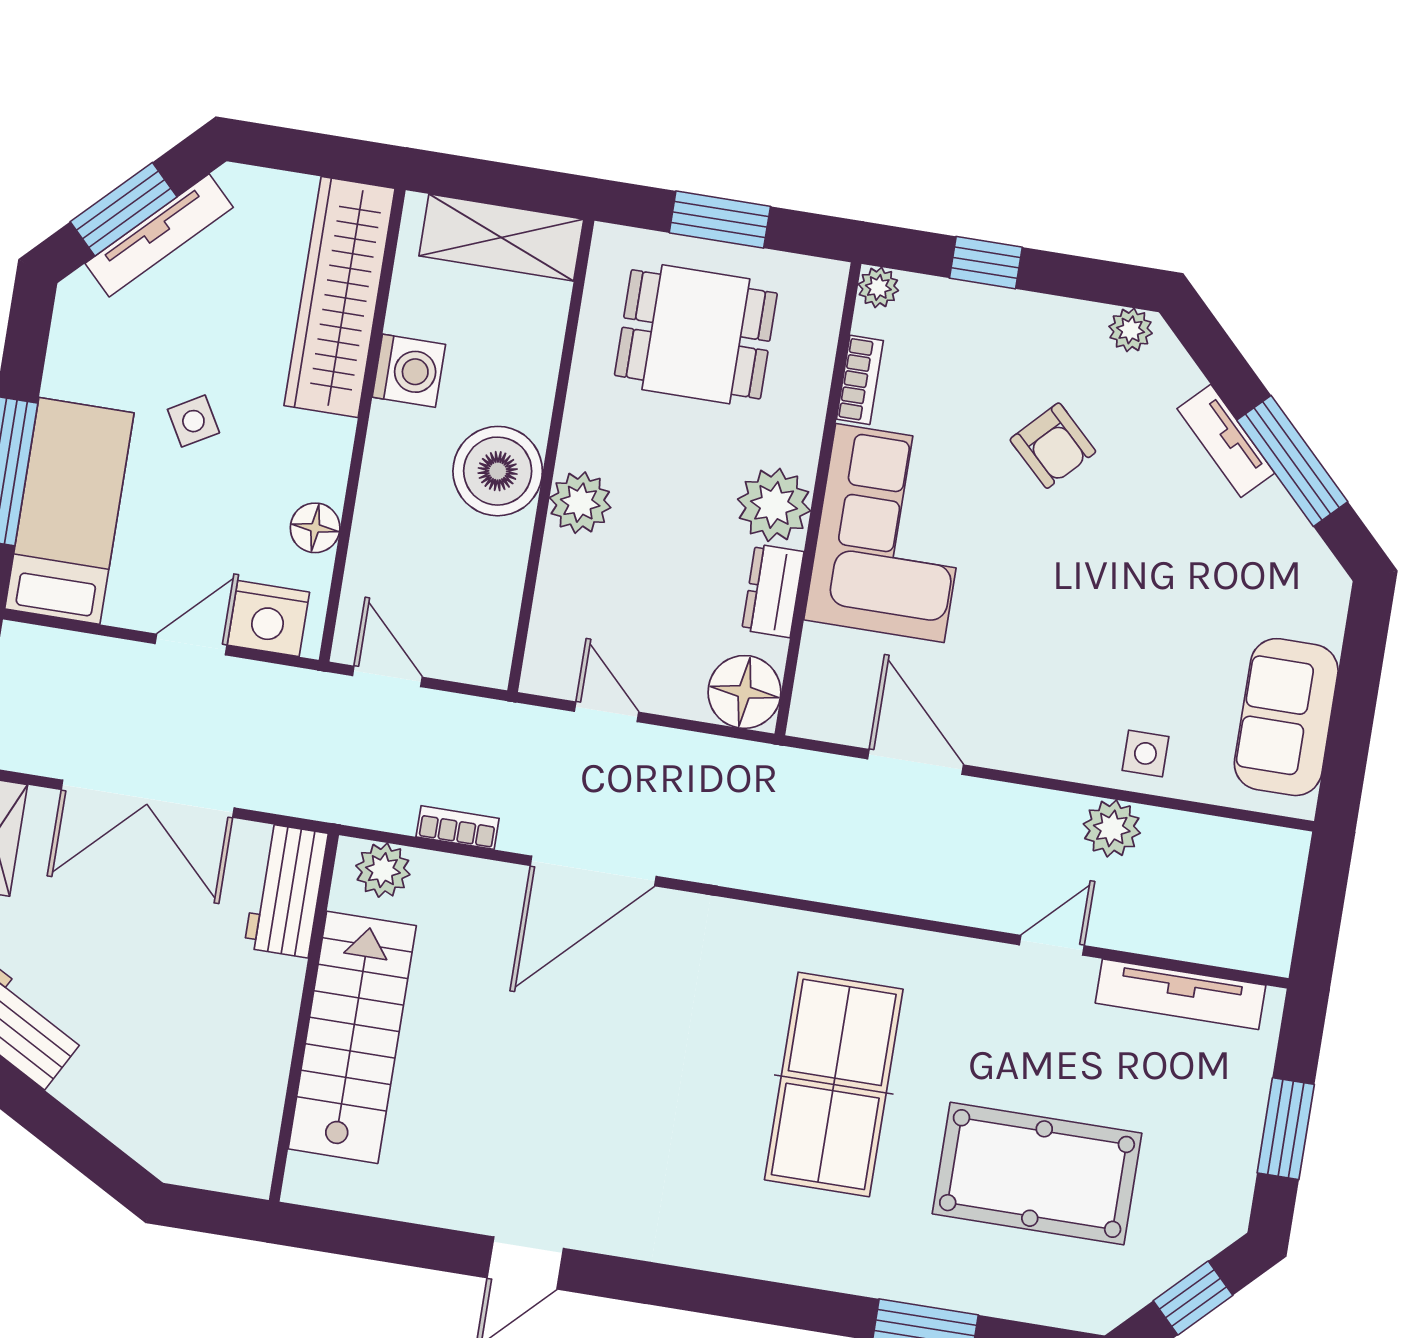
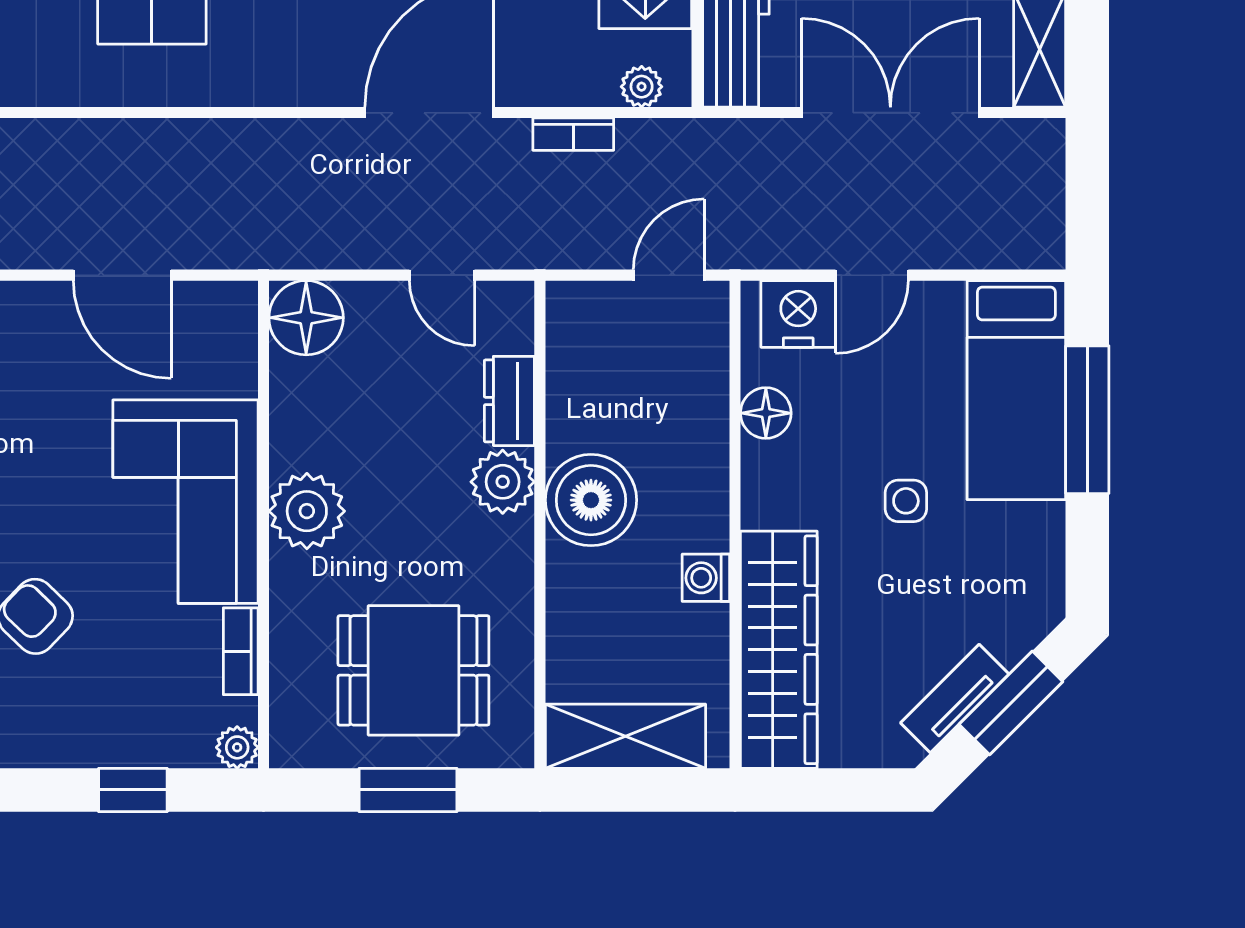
tv unit: (159, 235) -> (955, 699), width x0.71
washing machine: (409, 371) -> (706, 578), width x0.73, depth x0.73
side table: (193, 421) -> (906, 501), turned 30
dresser: (773, 591) -> (509, 401), moved, turned 180
door: (387, 676) -> (669, 275), swing flipped
plant: (383, 870) -> (642, 87), width x0.73, depth x0.73

